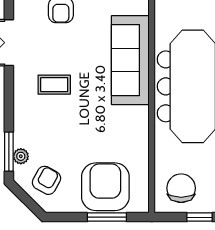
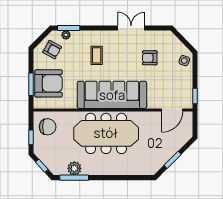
sofa: (130, 60) -> (112, 95), width x1.36, depth x1.27
coffee table: (54, 85) -> (97, 55), moved

